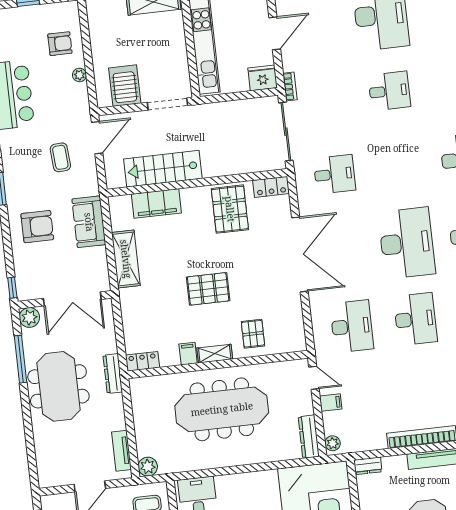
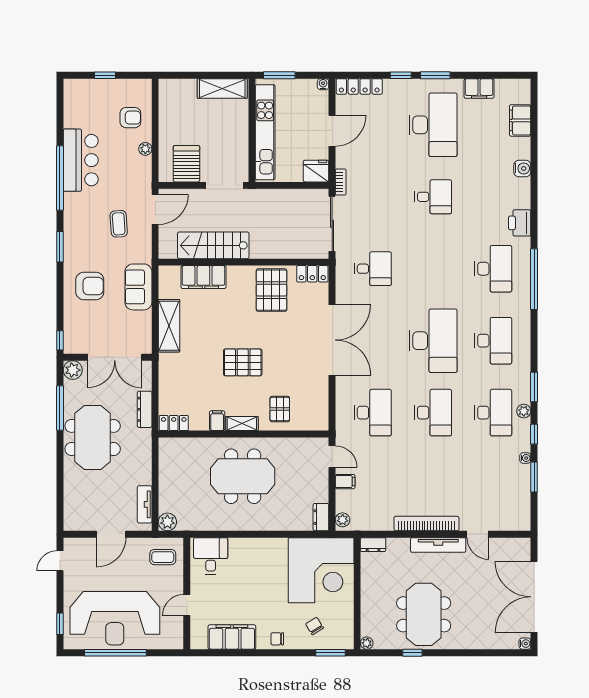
dresser: (113, 374) -> (145, 409), moved
meeting table: (222, 409) -> (243, 476), width x0.73
dresser: (309, 437) -> (321, 517), width x0.70

